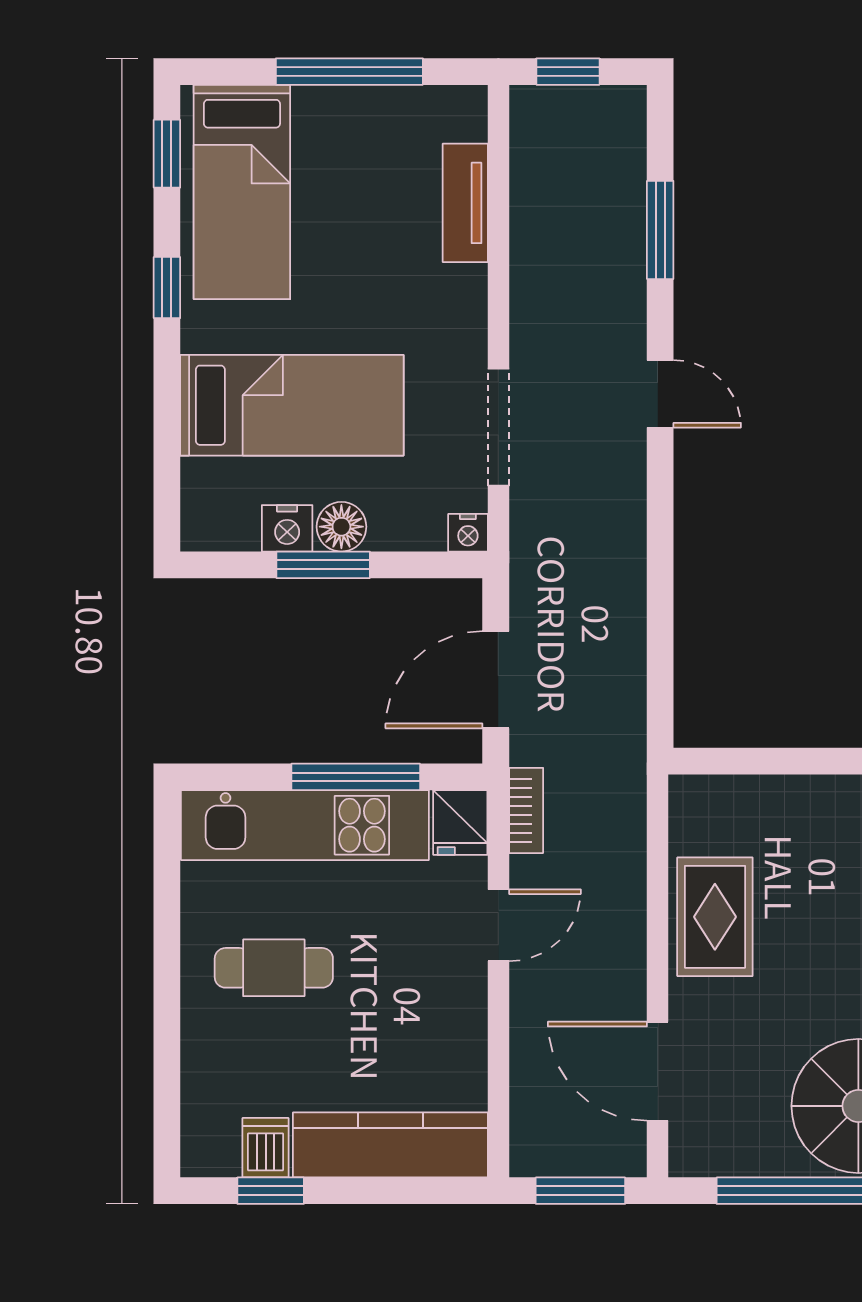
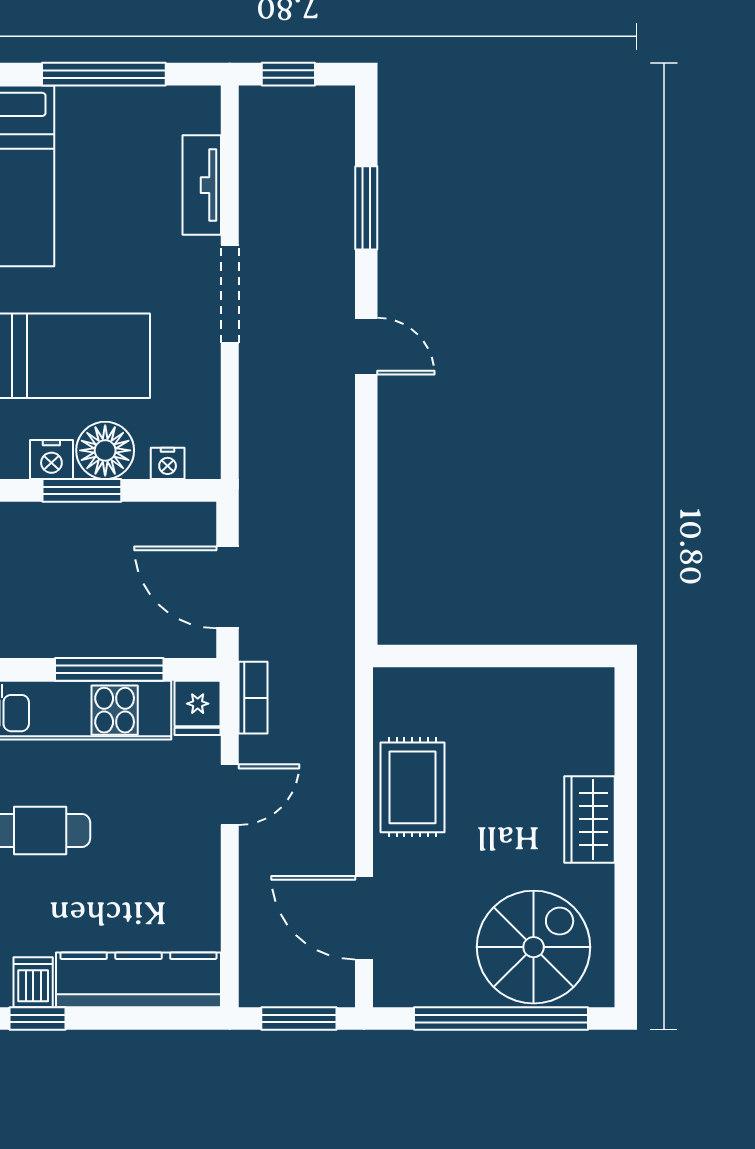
doorway: (498, 427) -> (230, 294), moved
floor lamp: (341, 527) -> (105, 450), width x1.38, depth x1.38
nightstand: (468, 533) -> (168, 463), moved
door: (496, 680) -> (227, 587), hinge flipped

